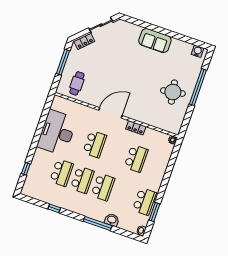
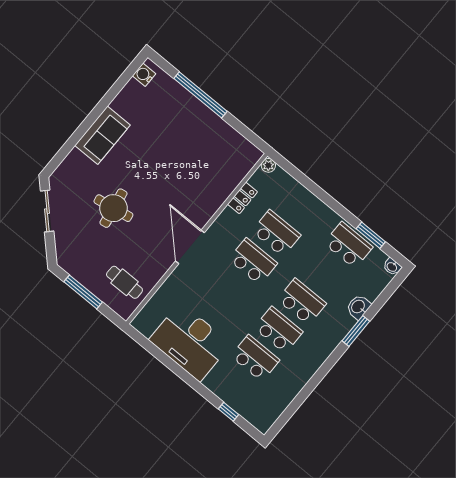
locker: (84, 41) -> (63, 246), removed
round table: (173, 92) -> (113, 208), moved
locker: (136, 128) -> (242, 198), moved
school desk: (95, 144) -> (253, 261), moved
window: (54, 208) -> (307, 390), removed
window: (98, 224) -> (356, 331), width x0.69

